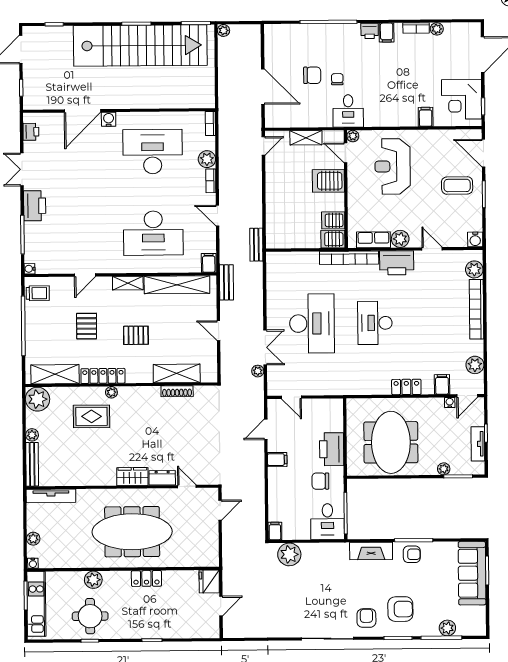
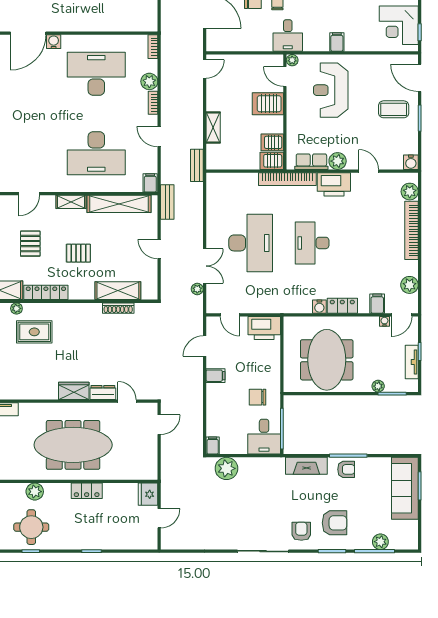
filing cabinet: (426, 117) -> (337, 42), moved
shelving: (306, 138) -> (213, 127), moved, turned 90
water cooler: (383, 388) -> (319, 307), added
plant: (111, 392) -> (16, 308), moved
printer: (332, 449) -> (264, 328), moved, turned -90

